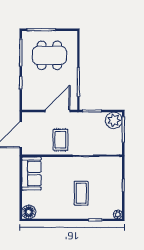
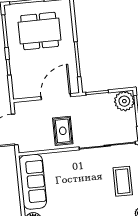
sofa: (31, 174) -> (33, 182), width x1.36
coffee table: (81, 193) -> (123, 181), moved

